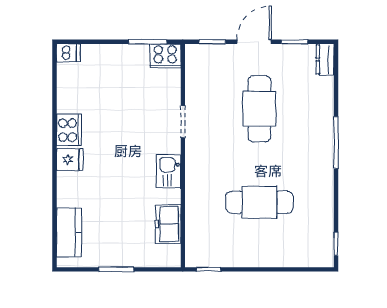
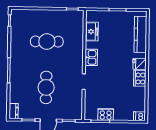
cooker: (165, 56) -> (106, 114), moved
kitchen counter: (69, 232) -> (140, 34), width x1.50

